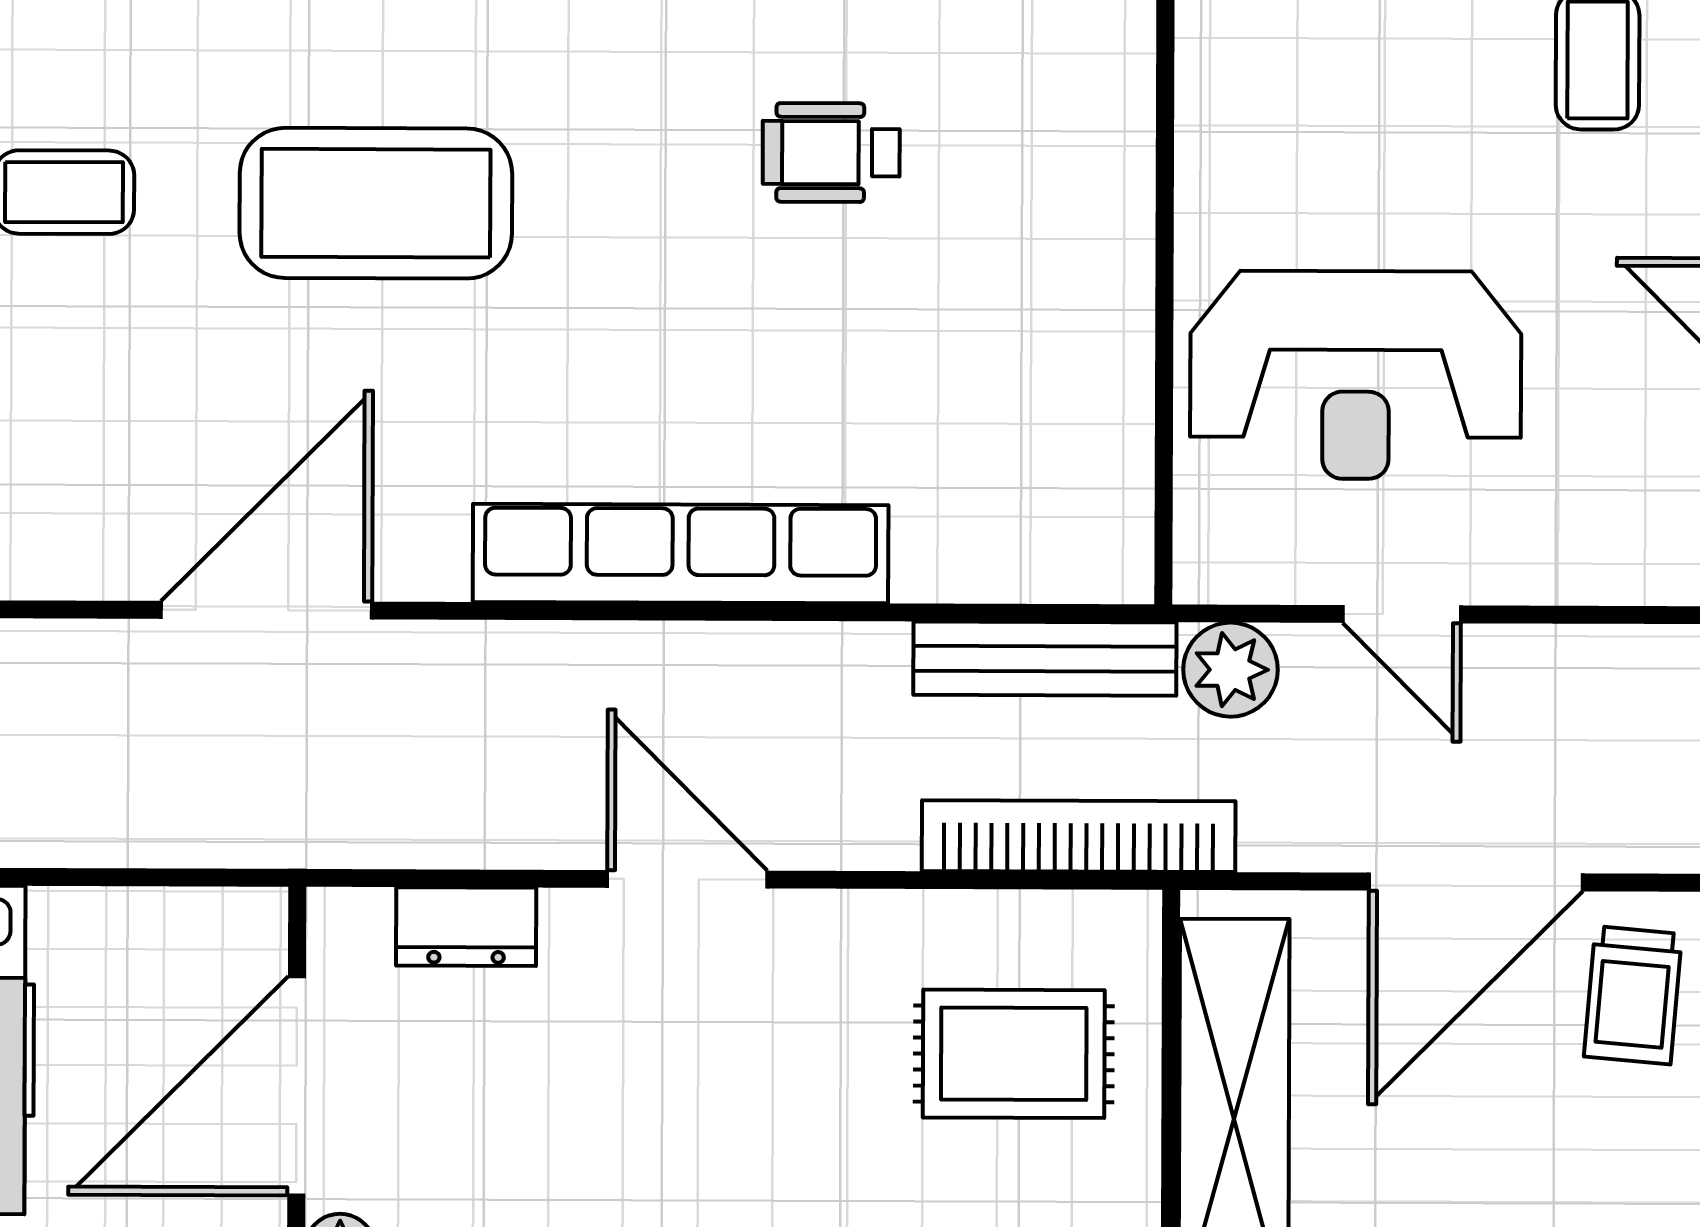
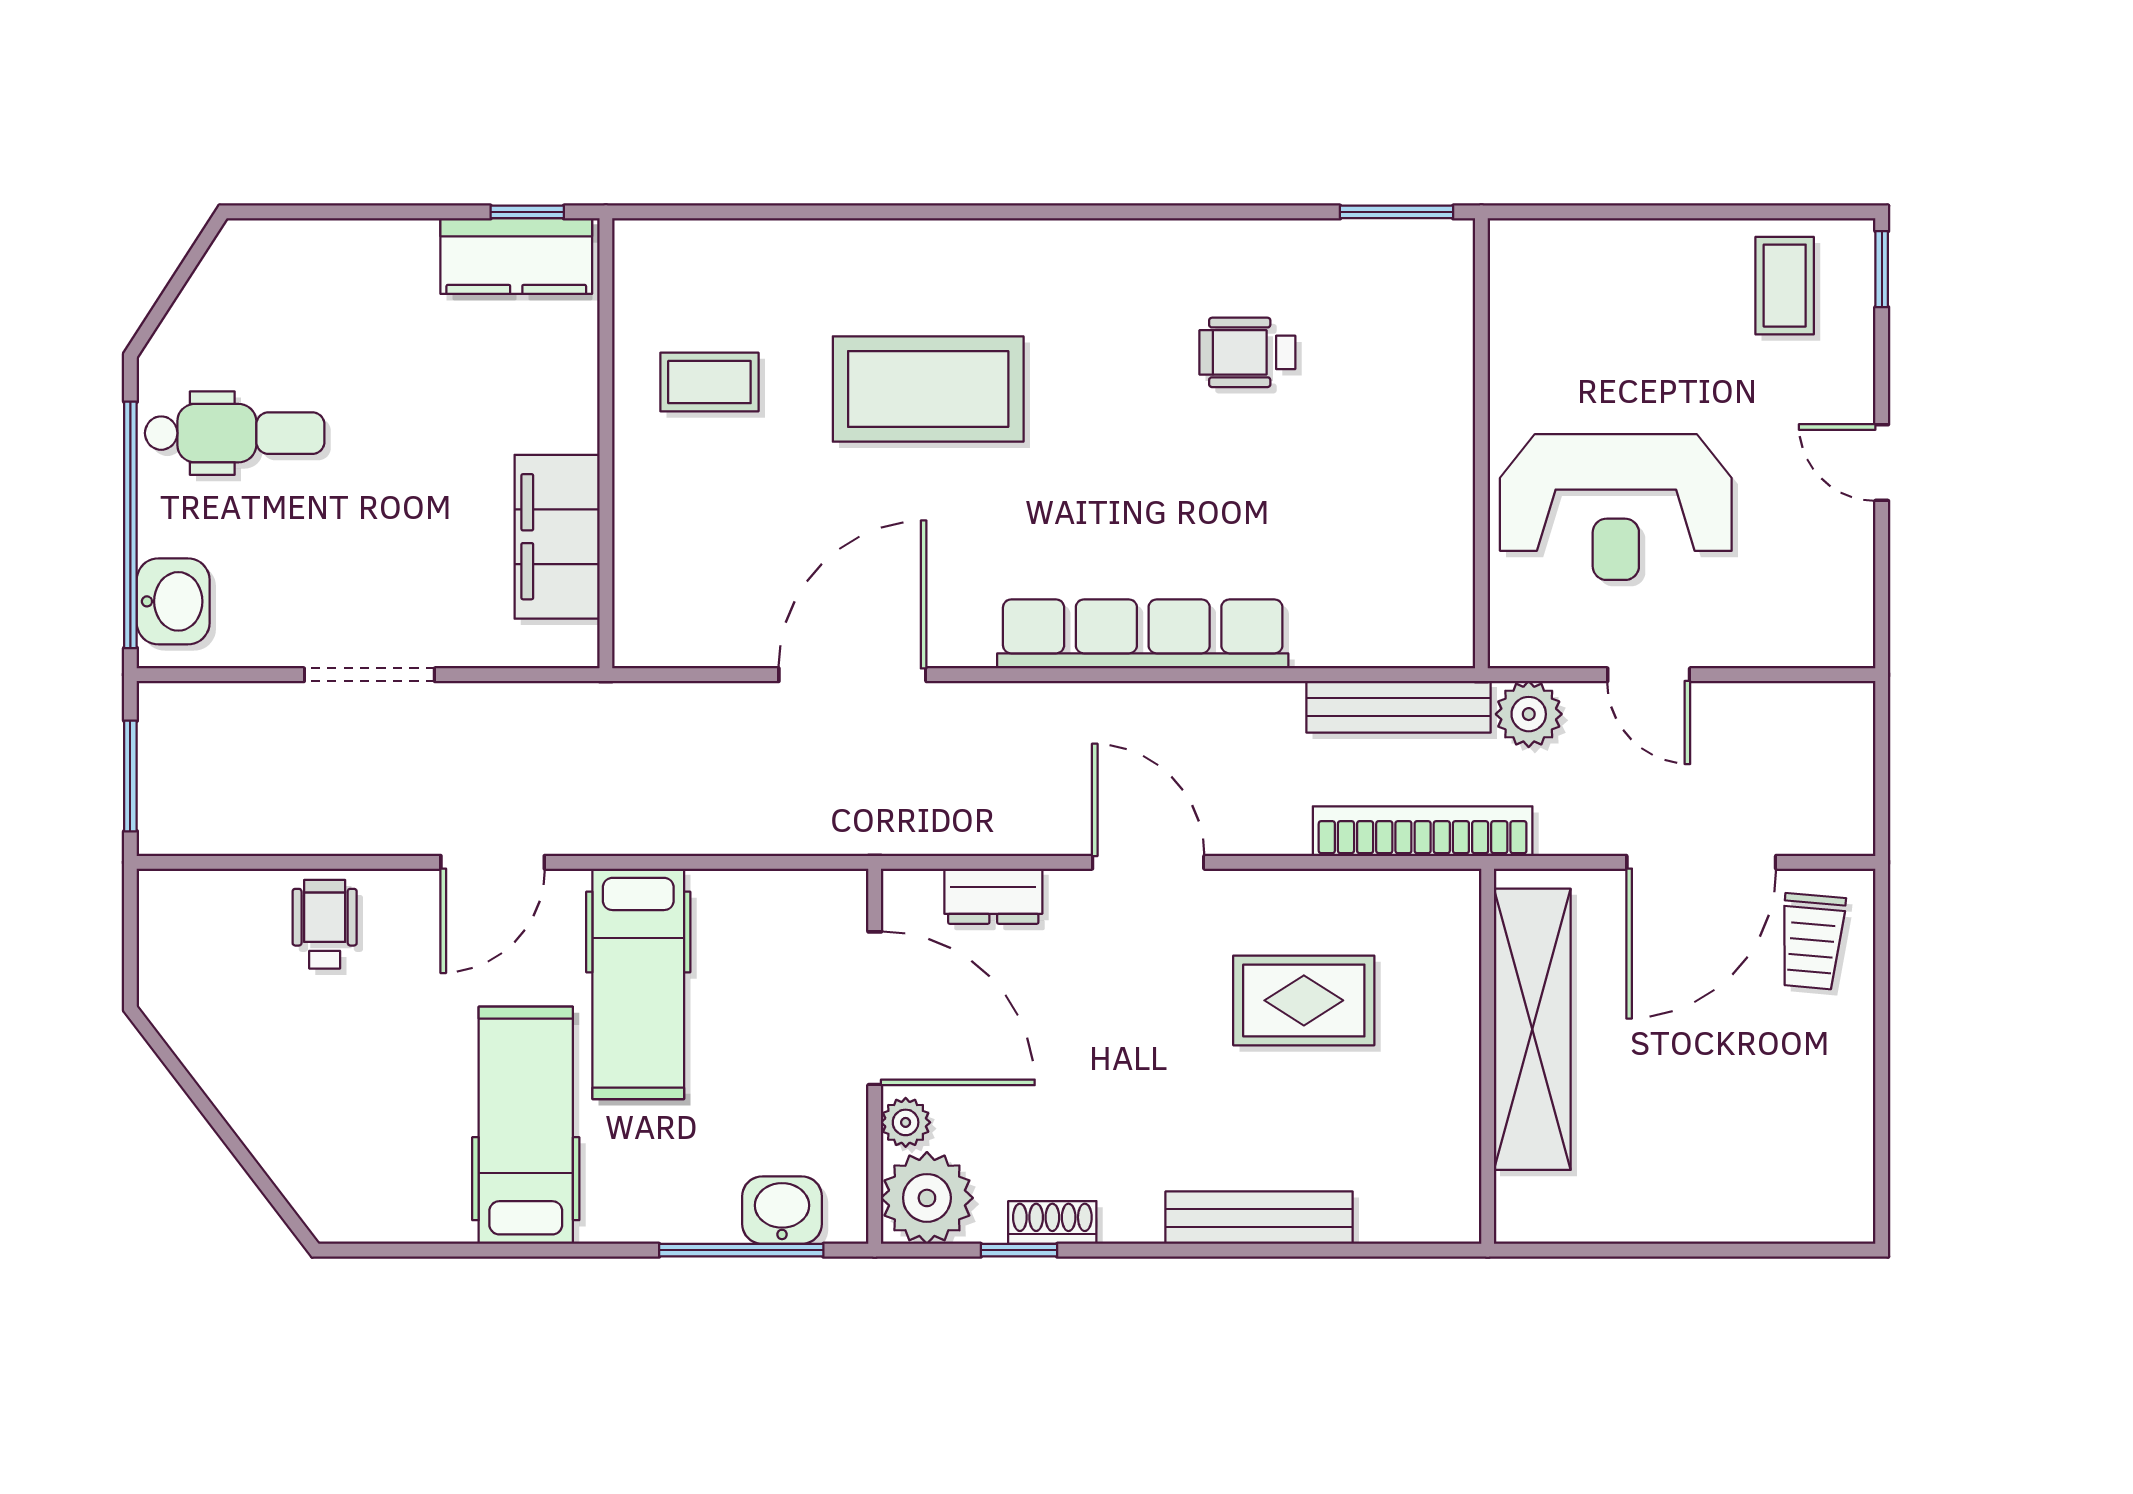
rug: (1014, 1054) -> (1304, 1000), moved
door: (297, 1086) -> (875, 1008), swing flipped

